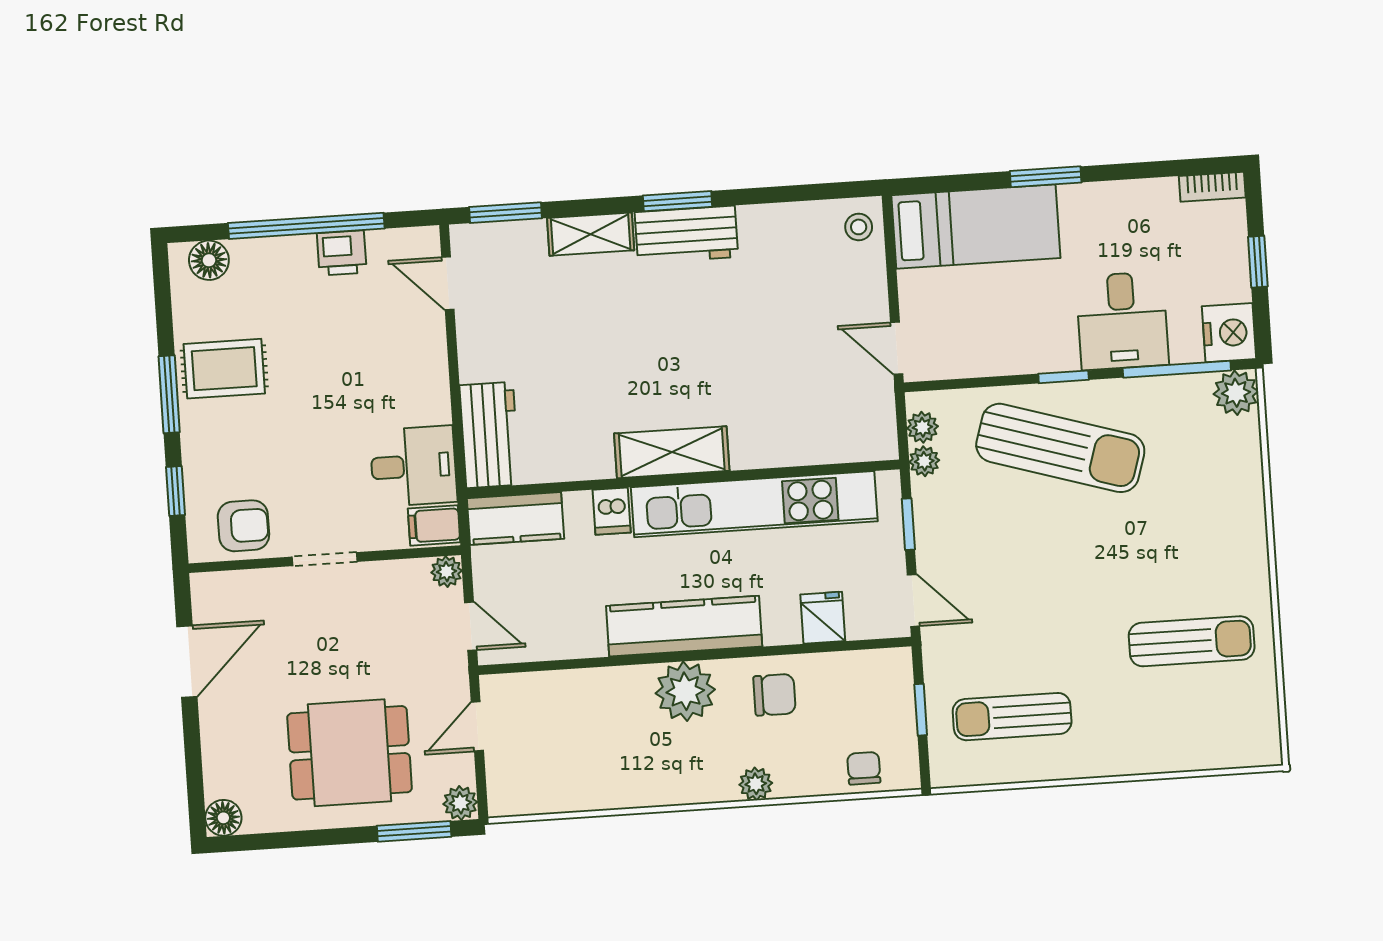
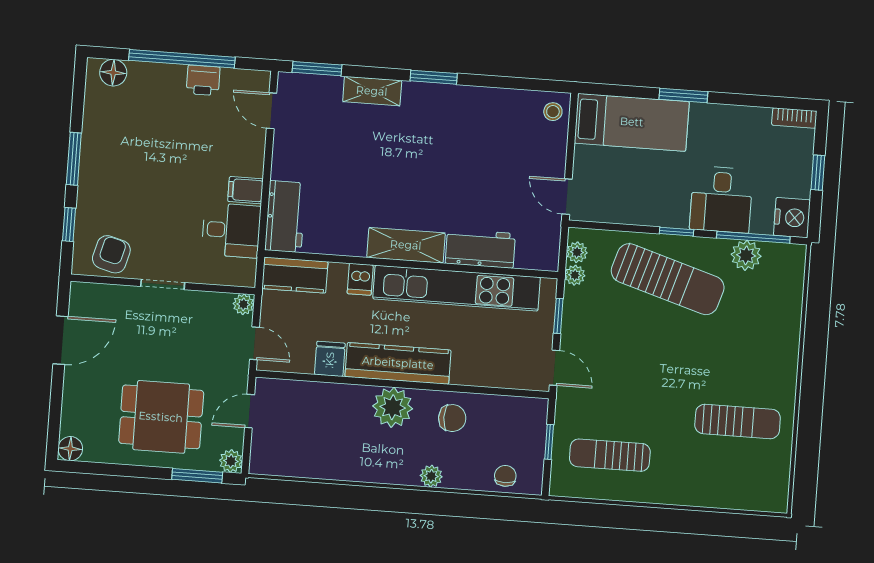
workbench: (686, 235) -> (480, 248), moved, turned 180
rug: (224, 369) -> (113, 147), removed
plant: (1236, 393) -> (746, 255), moved
filing cabinet: (434, 525) -> (245, 190), moved
armchair: (243, 526) -> (111, 254), turned -75
fridge: (823, 618) -> (330, 359), moved

